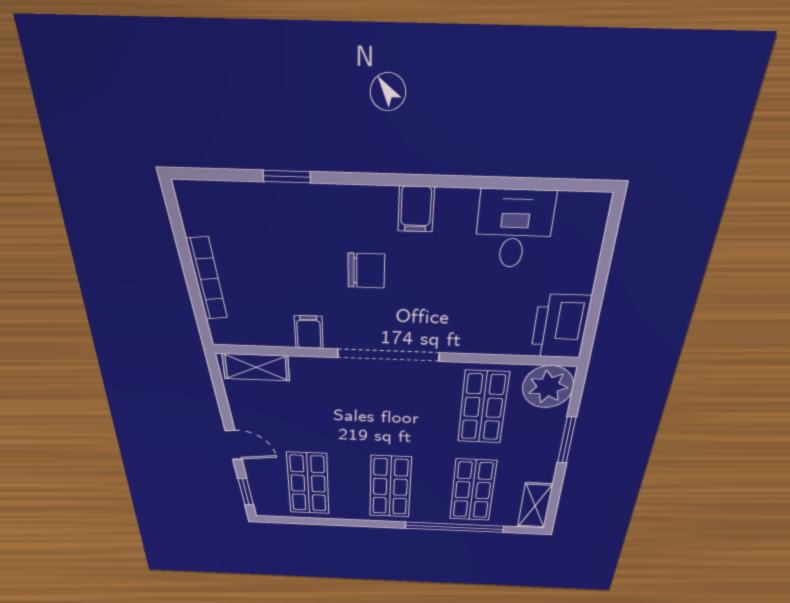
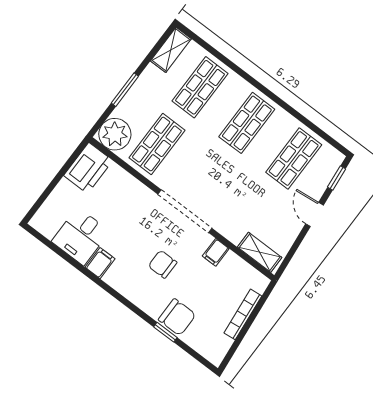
filing cabinet: (416, 209) -> (100, 263), moved
chair: (288, 212) -> (177, 317), added
window: (454, 527) -> (230, 64), removed

